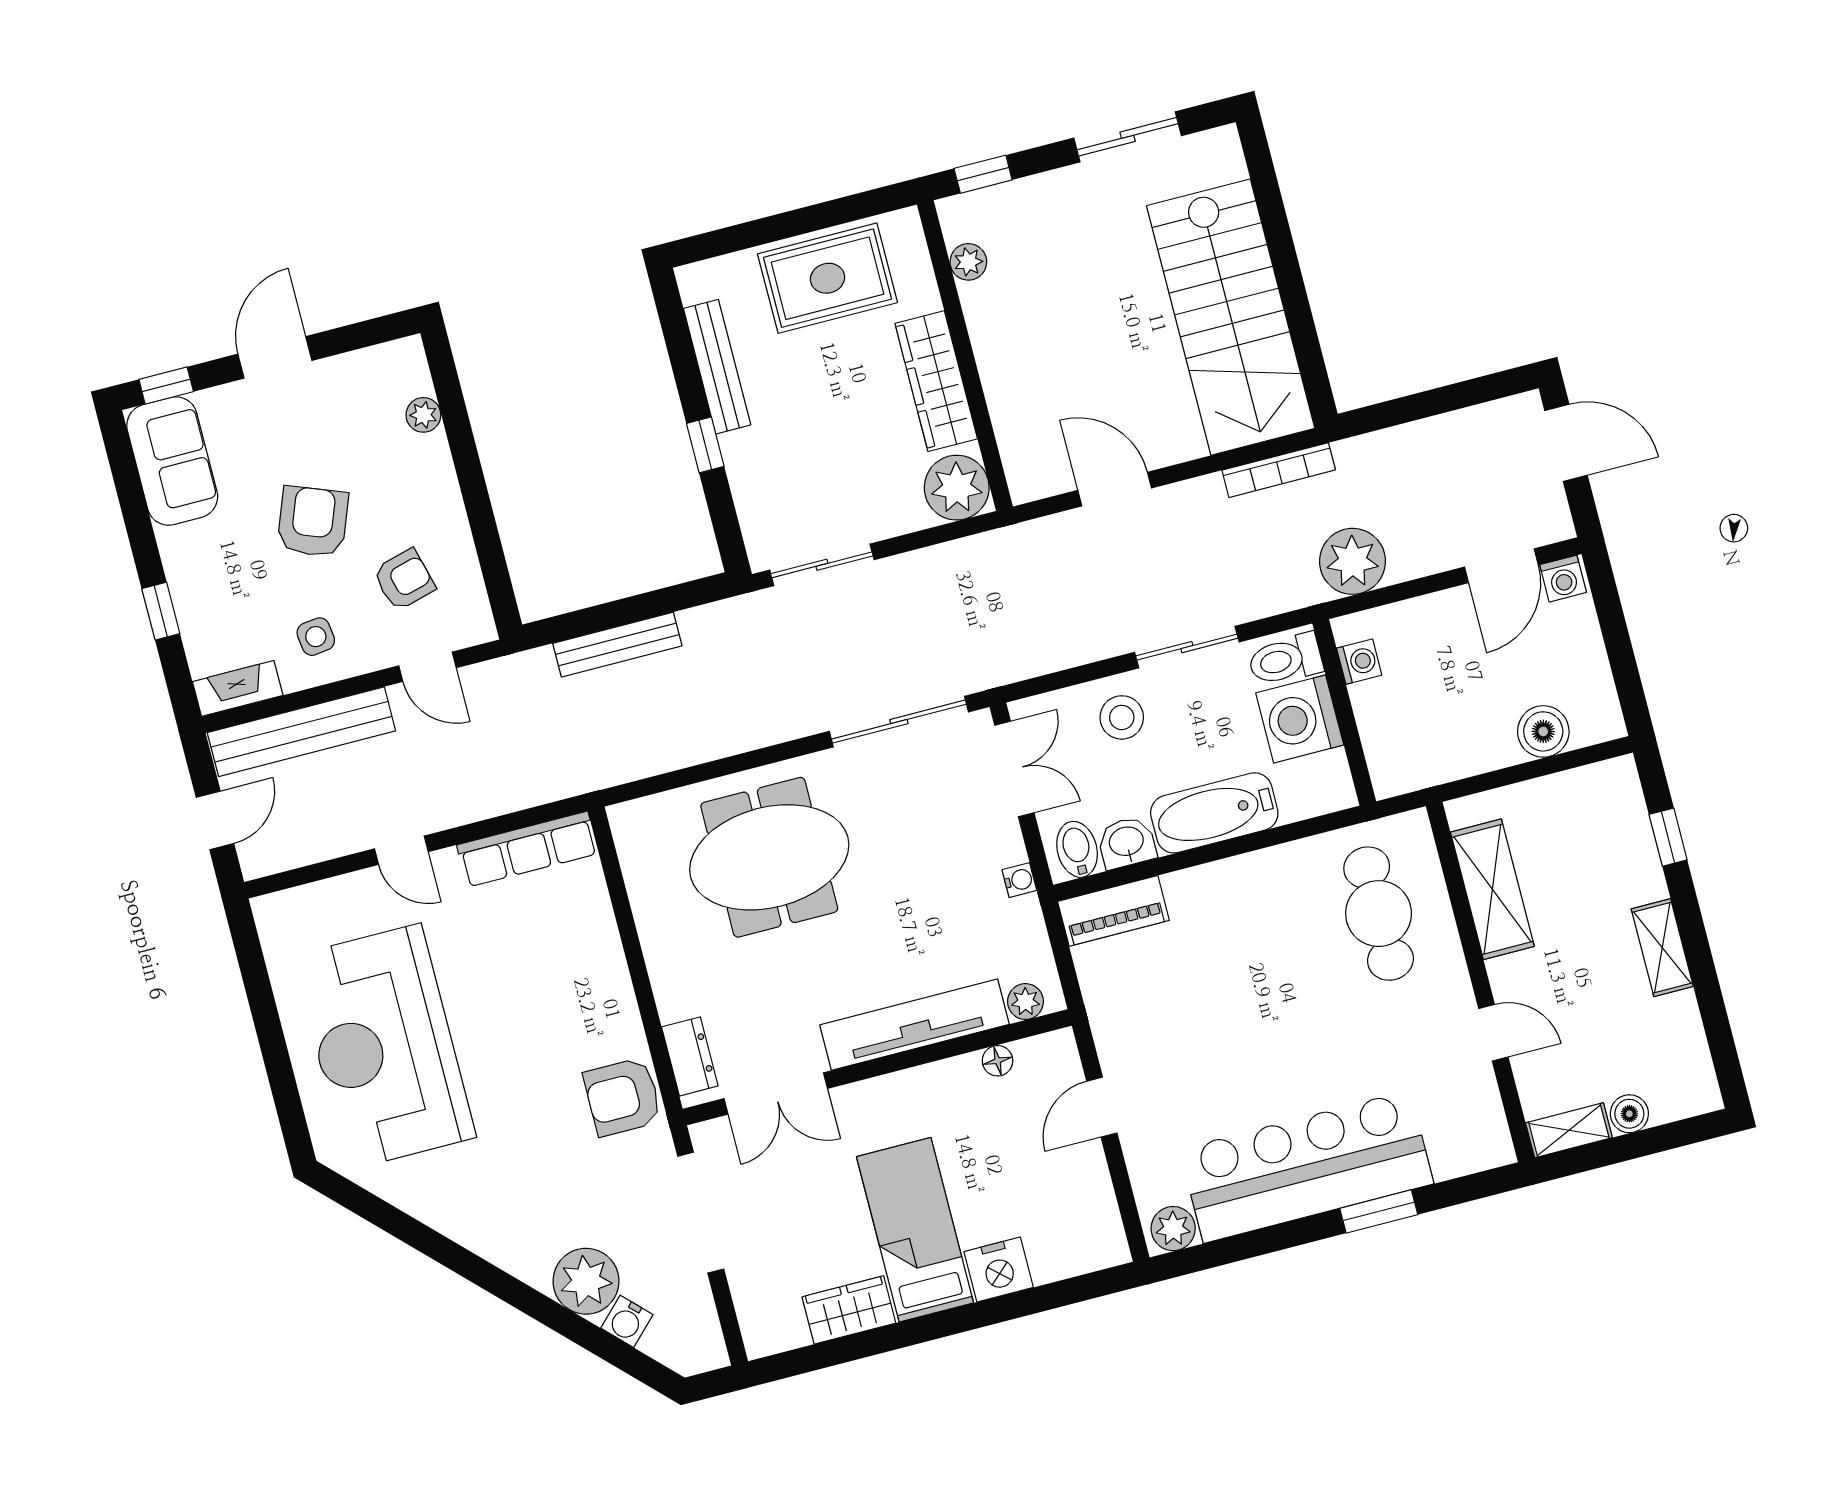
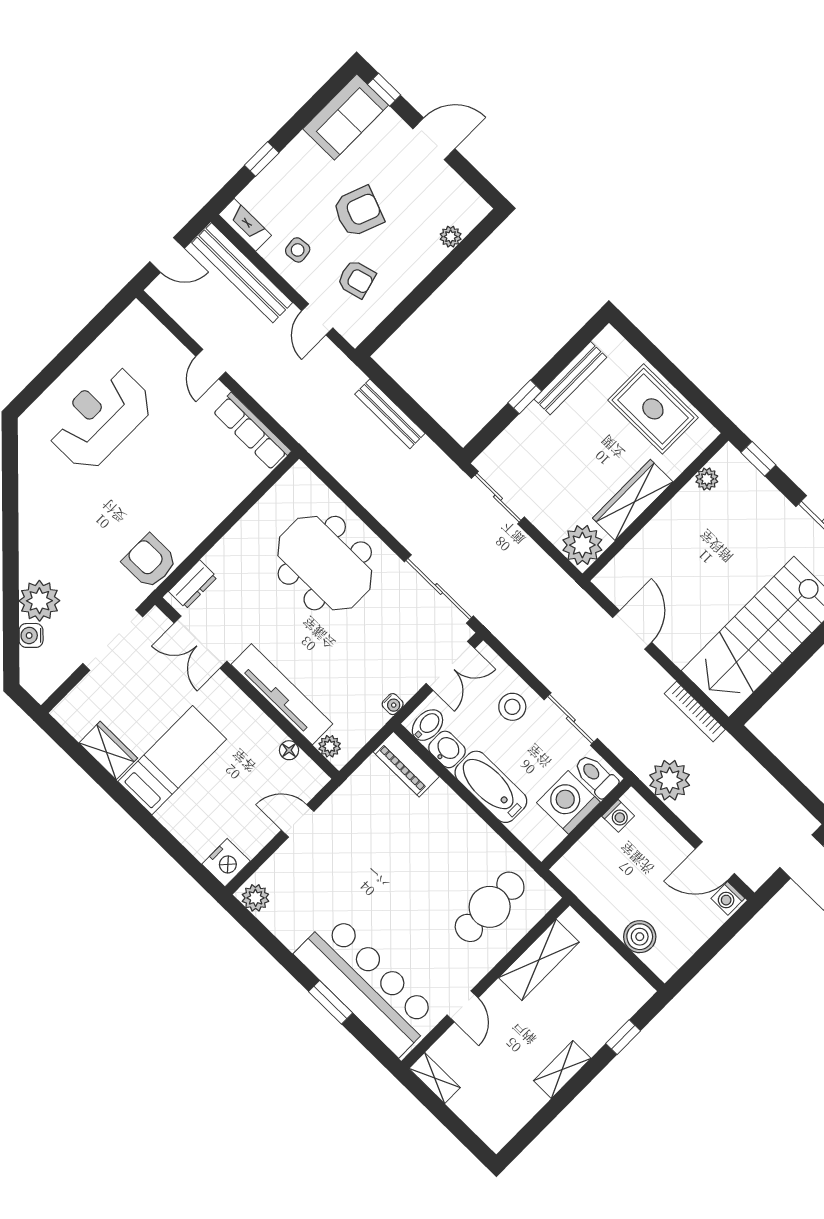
reception desk: (384, 1047) -> (100, 418), width x0.74, depth x0.77
boiler: (1629, 1114) -> (463, 1105), removed
bar counter: (1307, 1167) -> (367, 985), moved
nightstand: (999, 1270) -> (226, 863), moved, turned -90

